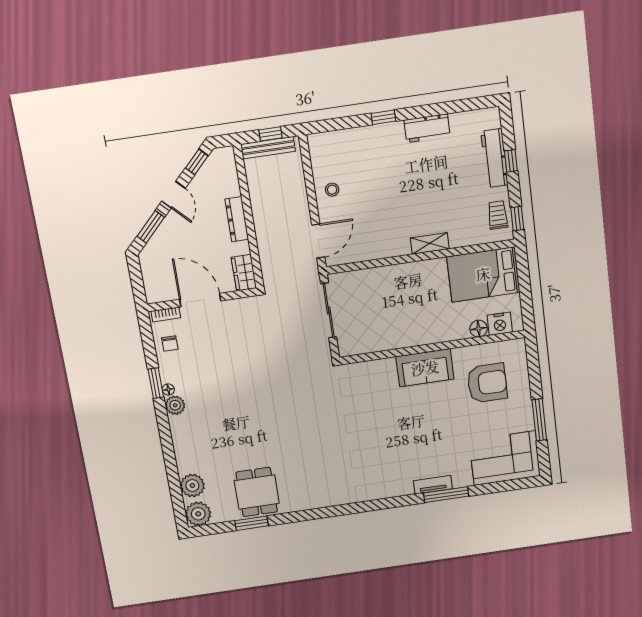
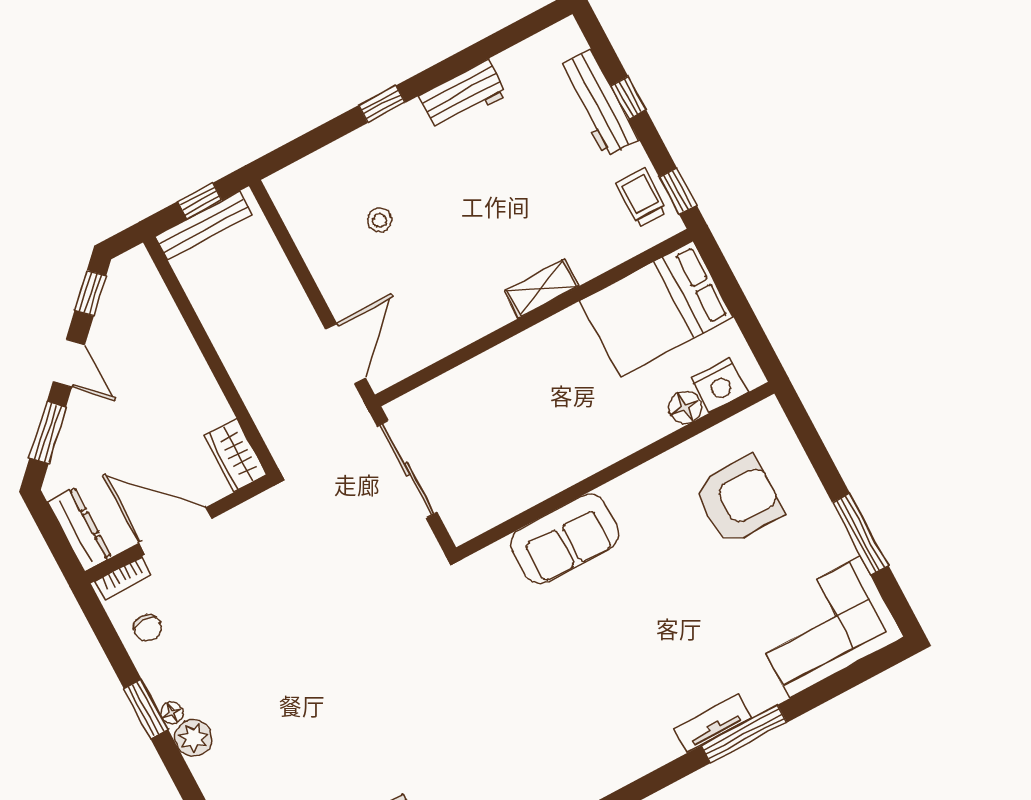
stool: (332, 190) -> (380, 220), moved
dresser: (237, 219) -> (79, 529), moved, turned 180
sofa: (425, 368) -> (565, 539), moved

